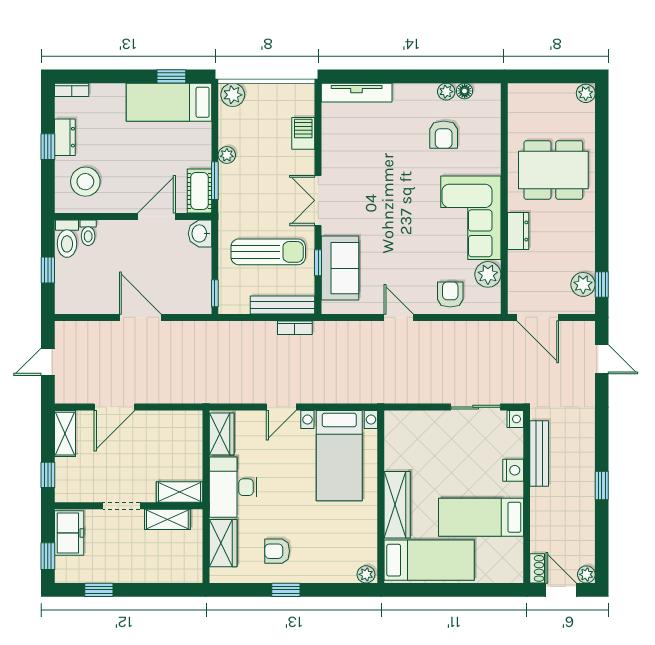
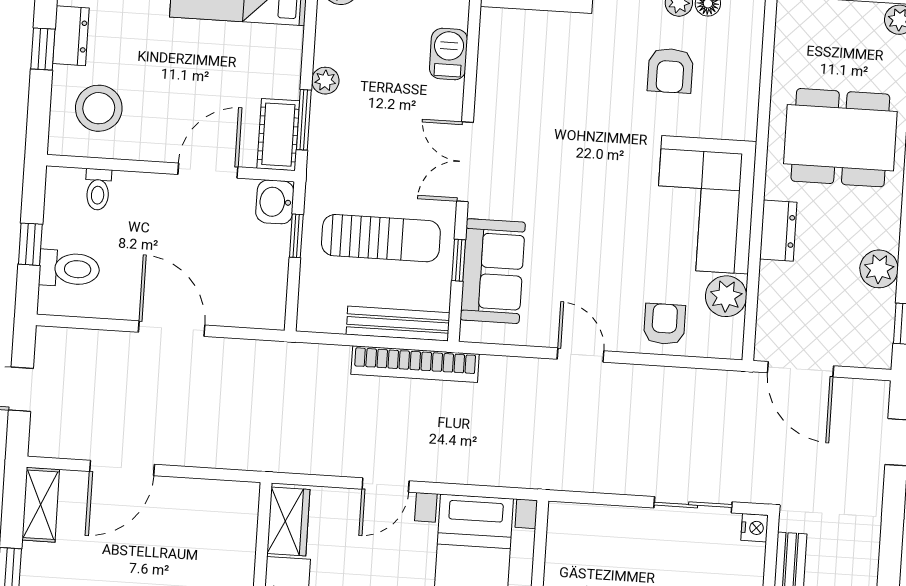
toilet: (67, 239) -> (69, 269), moved, turned -90
plant: (583, 284) -> (879, 269), moved
window: (215, 293) -> (296, 236), moved
bookcase: (295, 328) -> (415, 364), width x2.31, depth x1.31

